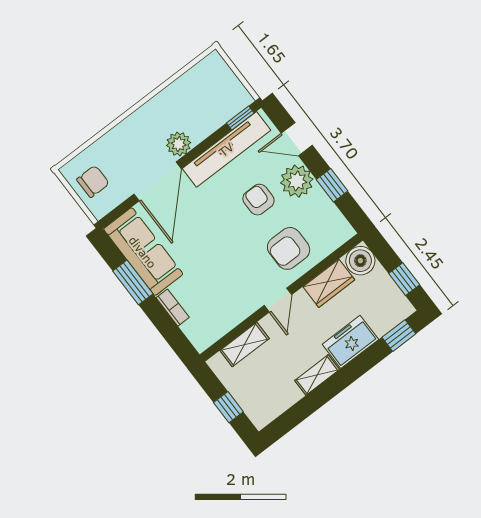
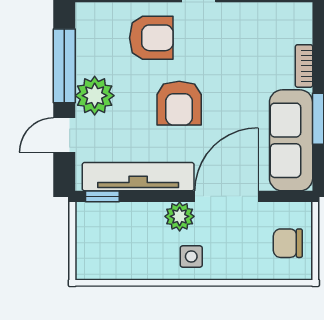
side table: (150, 123) -> (191, 256), added
door: (297, 139) -> (64, 135), swing flipped
window: (332, 185) -> (64, 66), width x2.17
armchair: (258, 200) -> (179, 103), moved, width x1.38, depth x1.38

